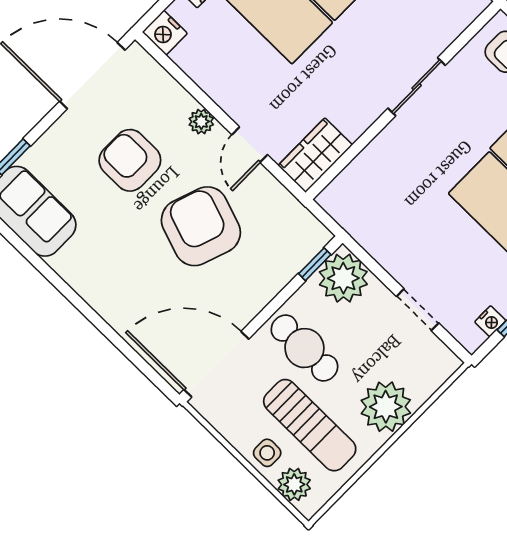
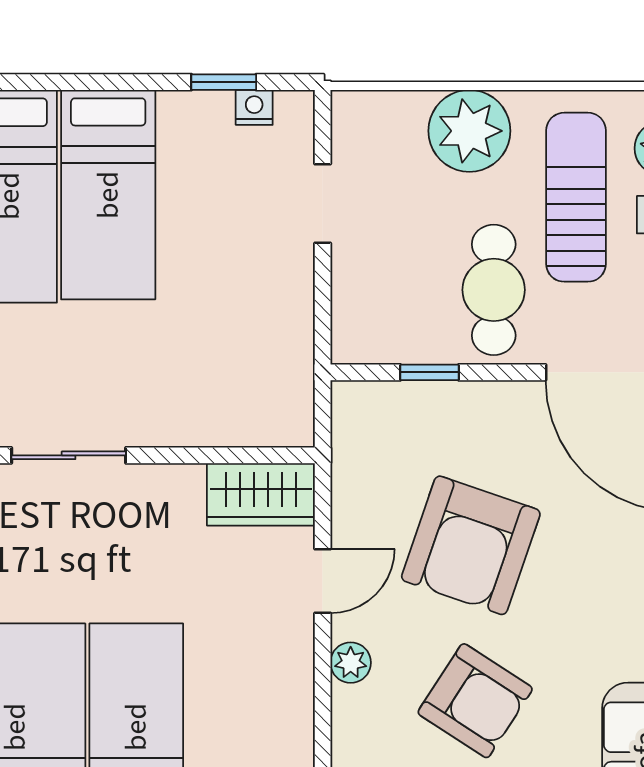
armchair: (130, 160) -> (475, 701), turned -57
window: (315, 264) -> (429, 372), moved
plant: (343, 278) -> (370, 324), removed

